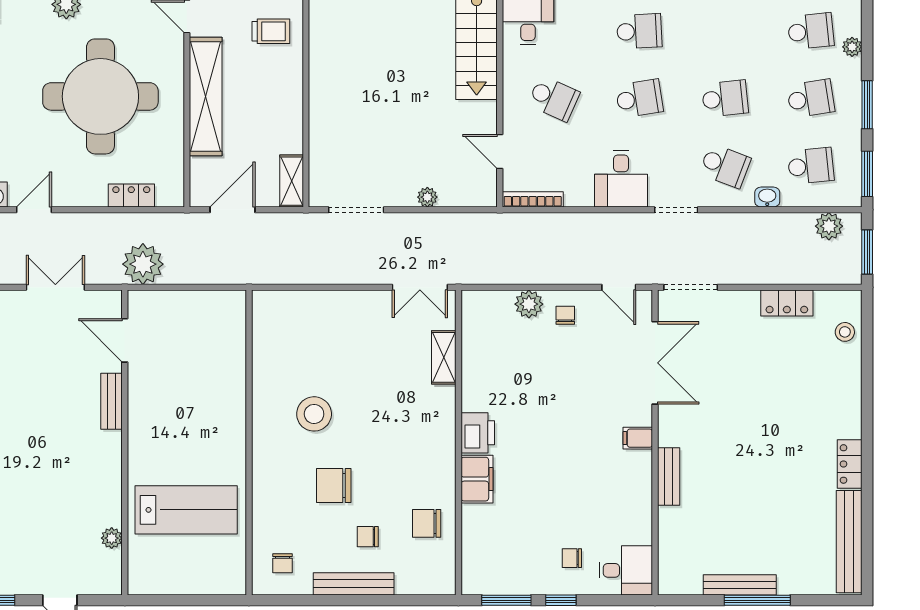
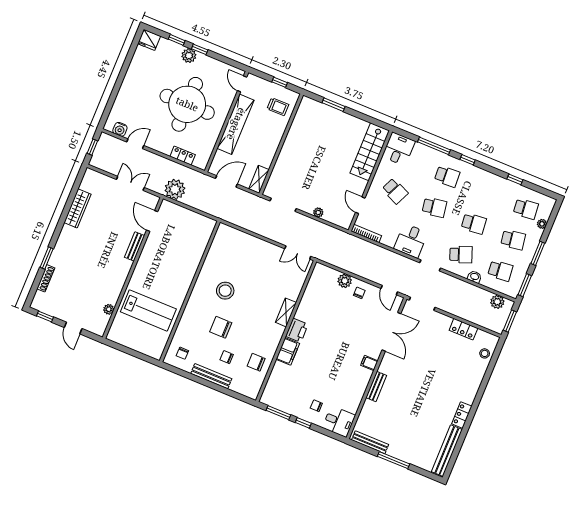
school desk: (725, 166) -> (461, 254), turned -42
shelving: (444, 357) -> (286, 312), moved
bench: (740, 585) -> (370, 442), moved

